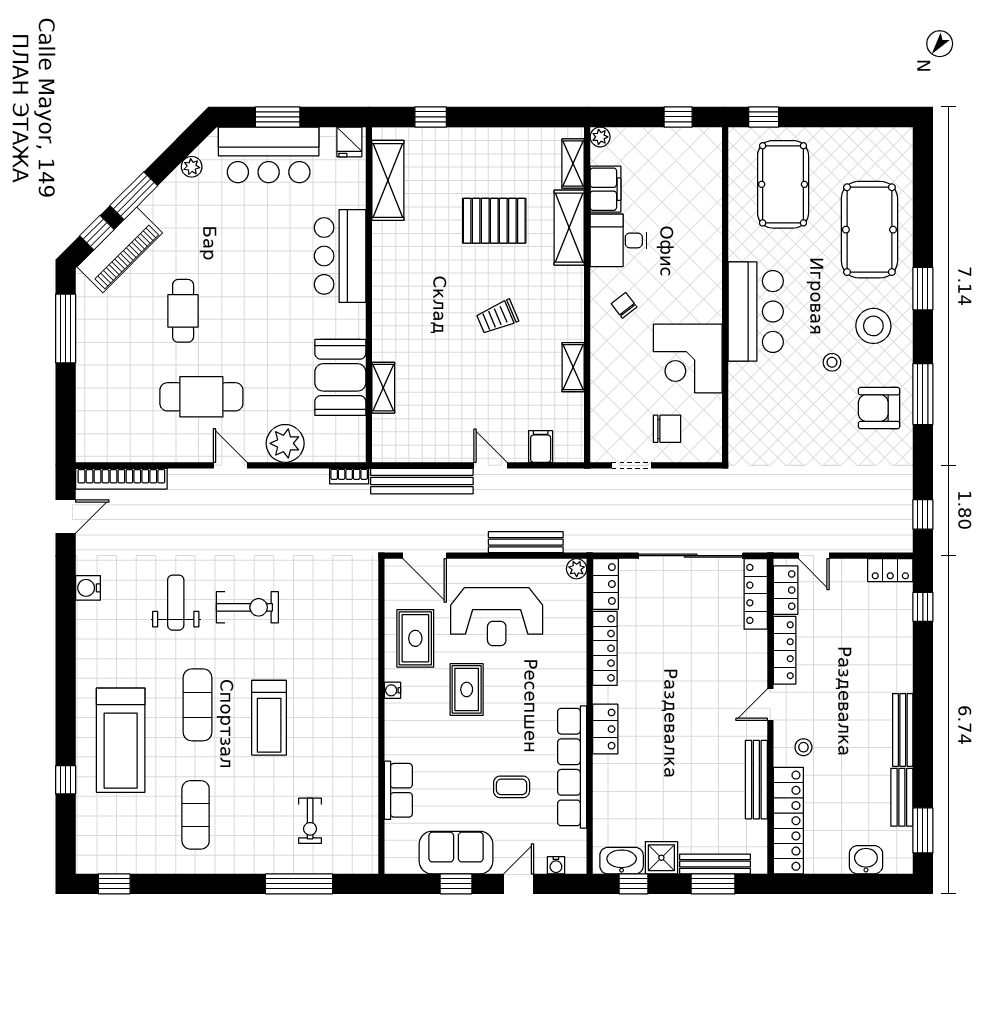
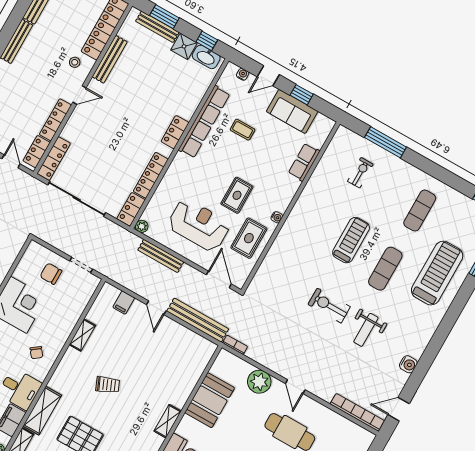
shelving: (383, 388) -> (168, 421), moved

